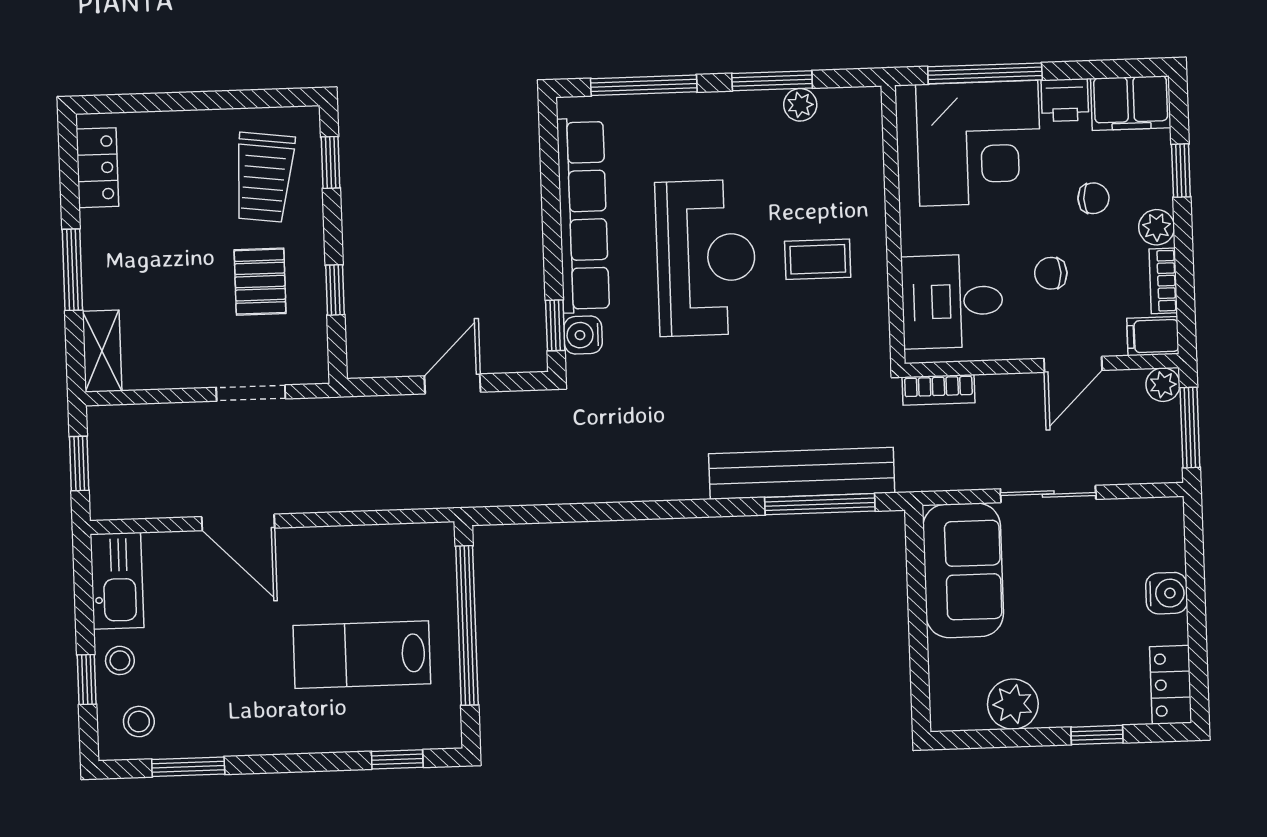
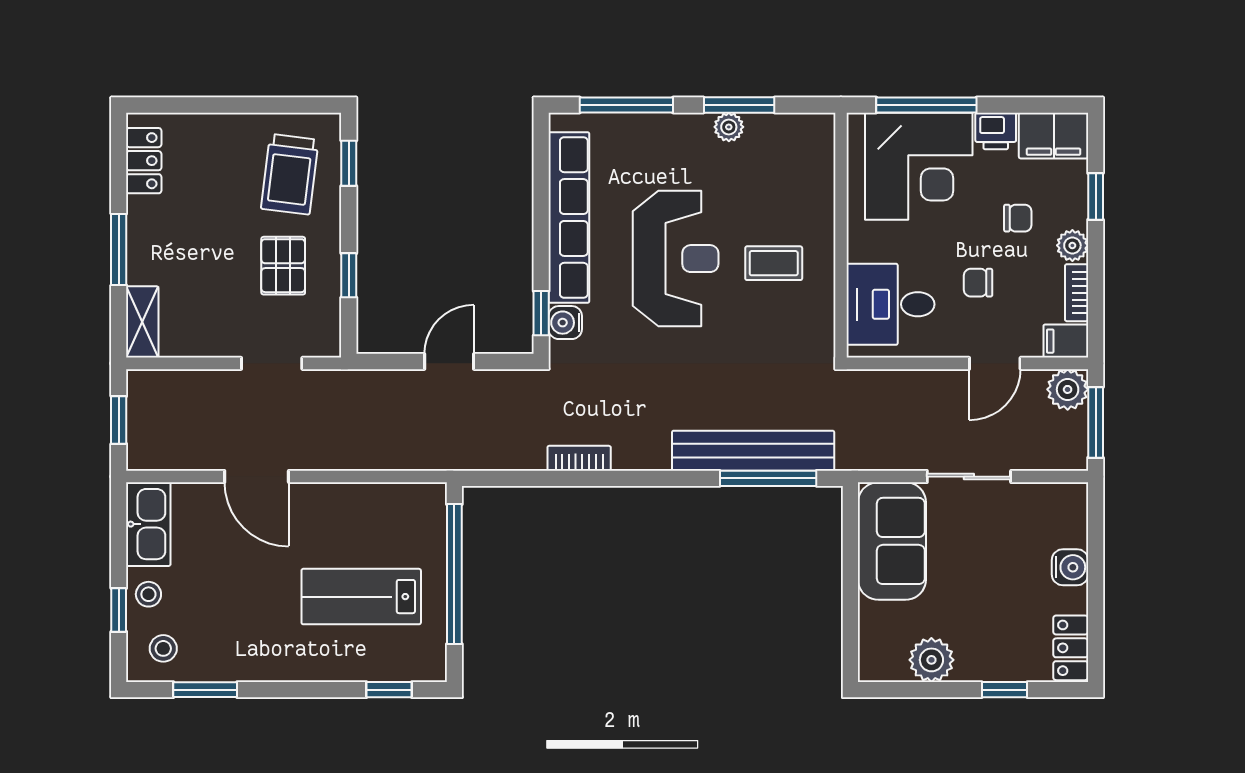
plant: (800, 105) -> (729, 127), moved
plant: (1163, 385) -> (1068, 389), width x1.38, depth x1.38
bookcase: (939, 390) -> (579, 458), moved, turned 180

